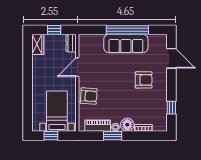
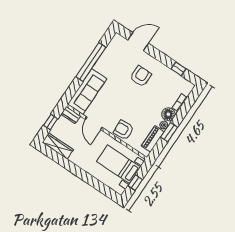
wardrobe: (38, 44) -> (58, 146), width x1.50
sofa: (126, 44) -> (87, 92), moved
armchair: (89, 96) -> (124, 130), turned -98

